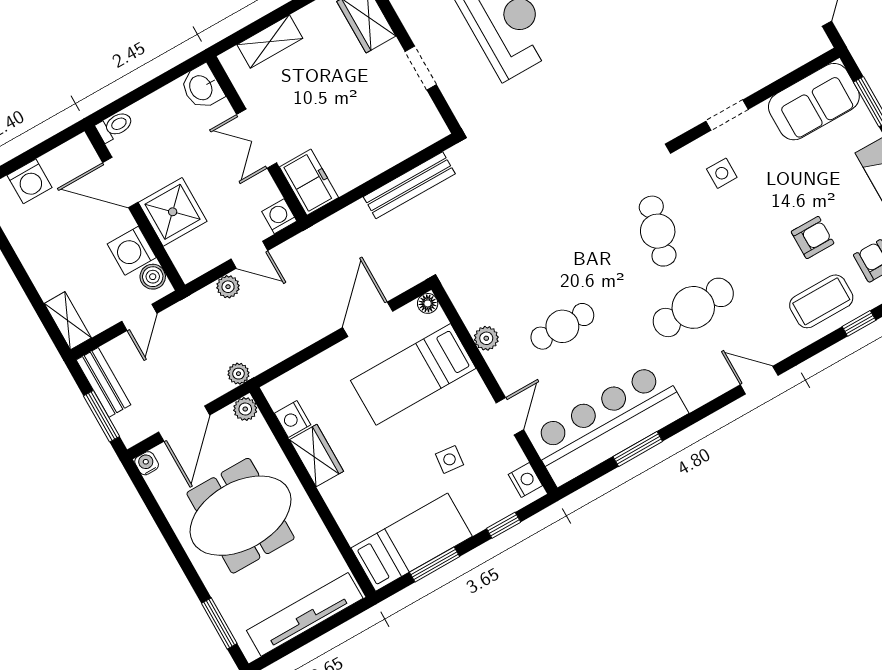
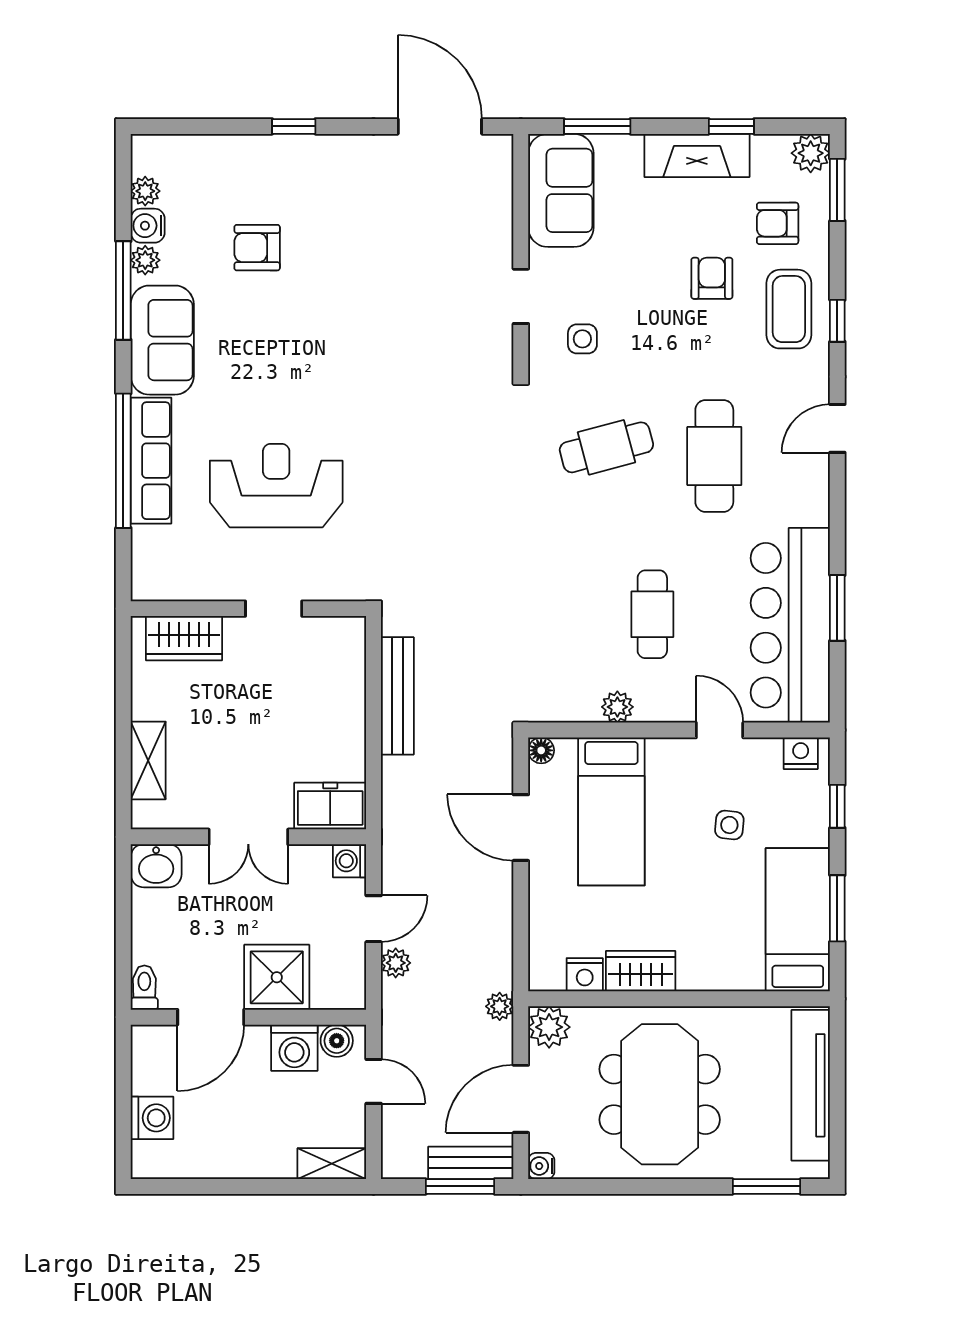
cafe table: (658, 231) -> (606, 447), turned -30
window: (859, 323) -> (837, 321), moved
bench: (104, 382) -> (471, 1163), moved
plant: (245, 409) -> (549, 1027), width x1.38, depth x1.38
door: (184, 424) -> (521, 1099), swing flipped

